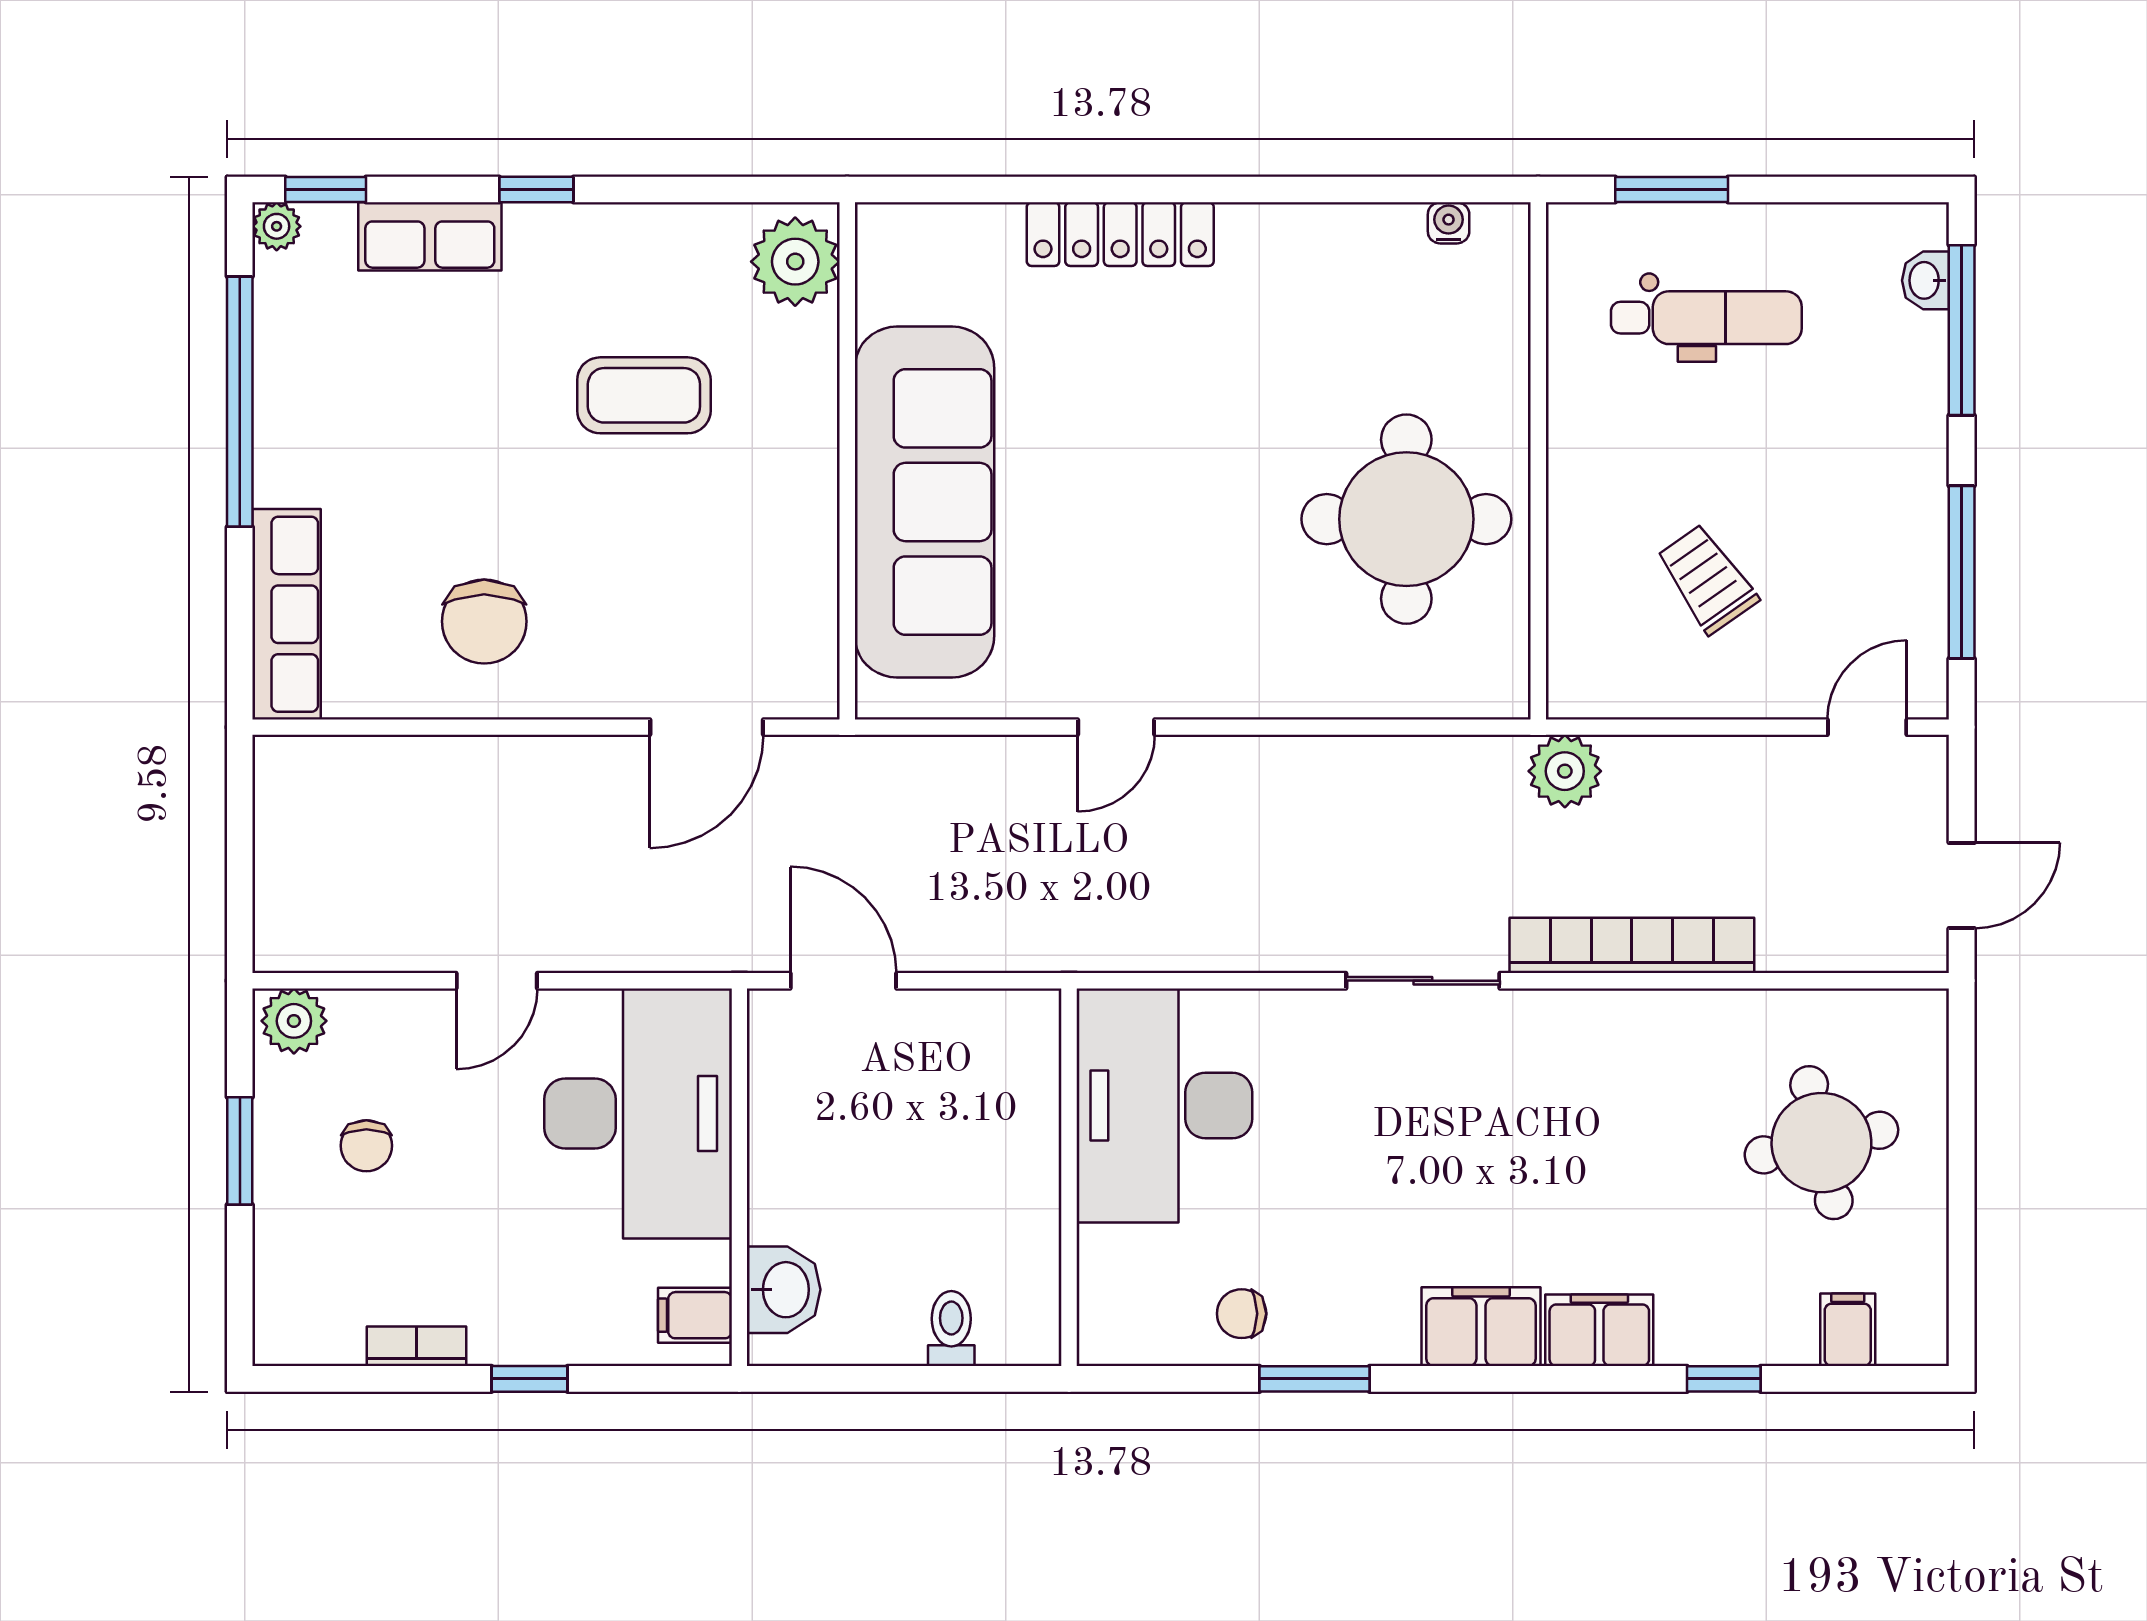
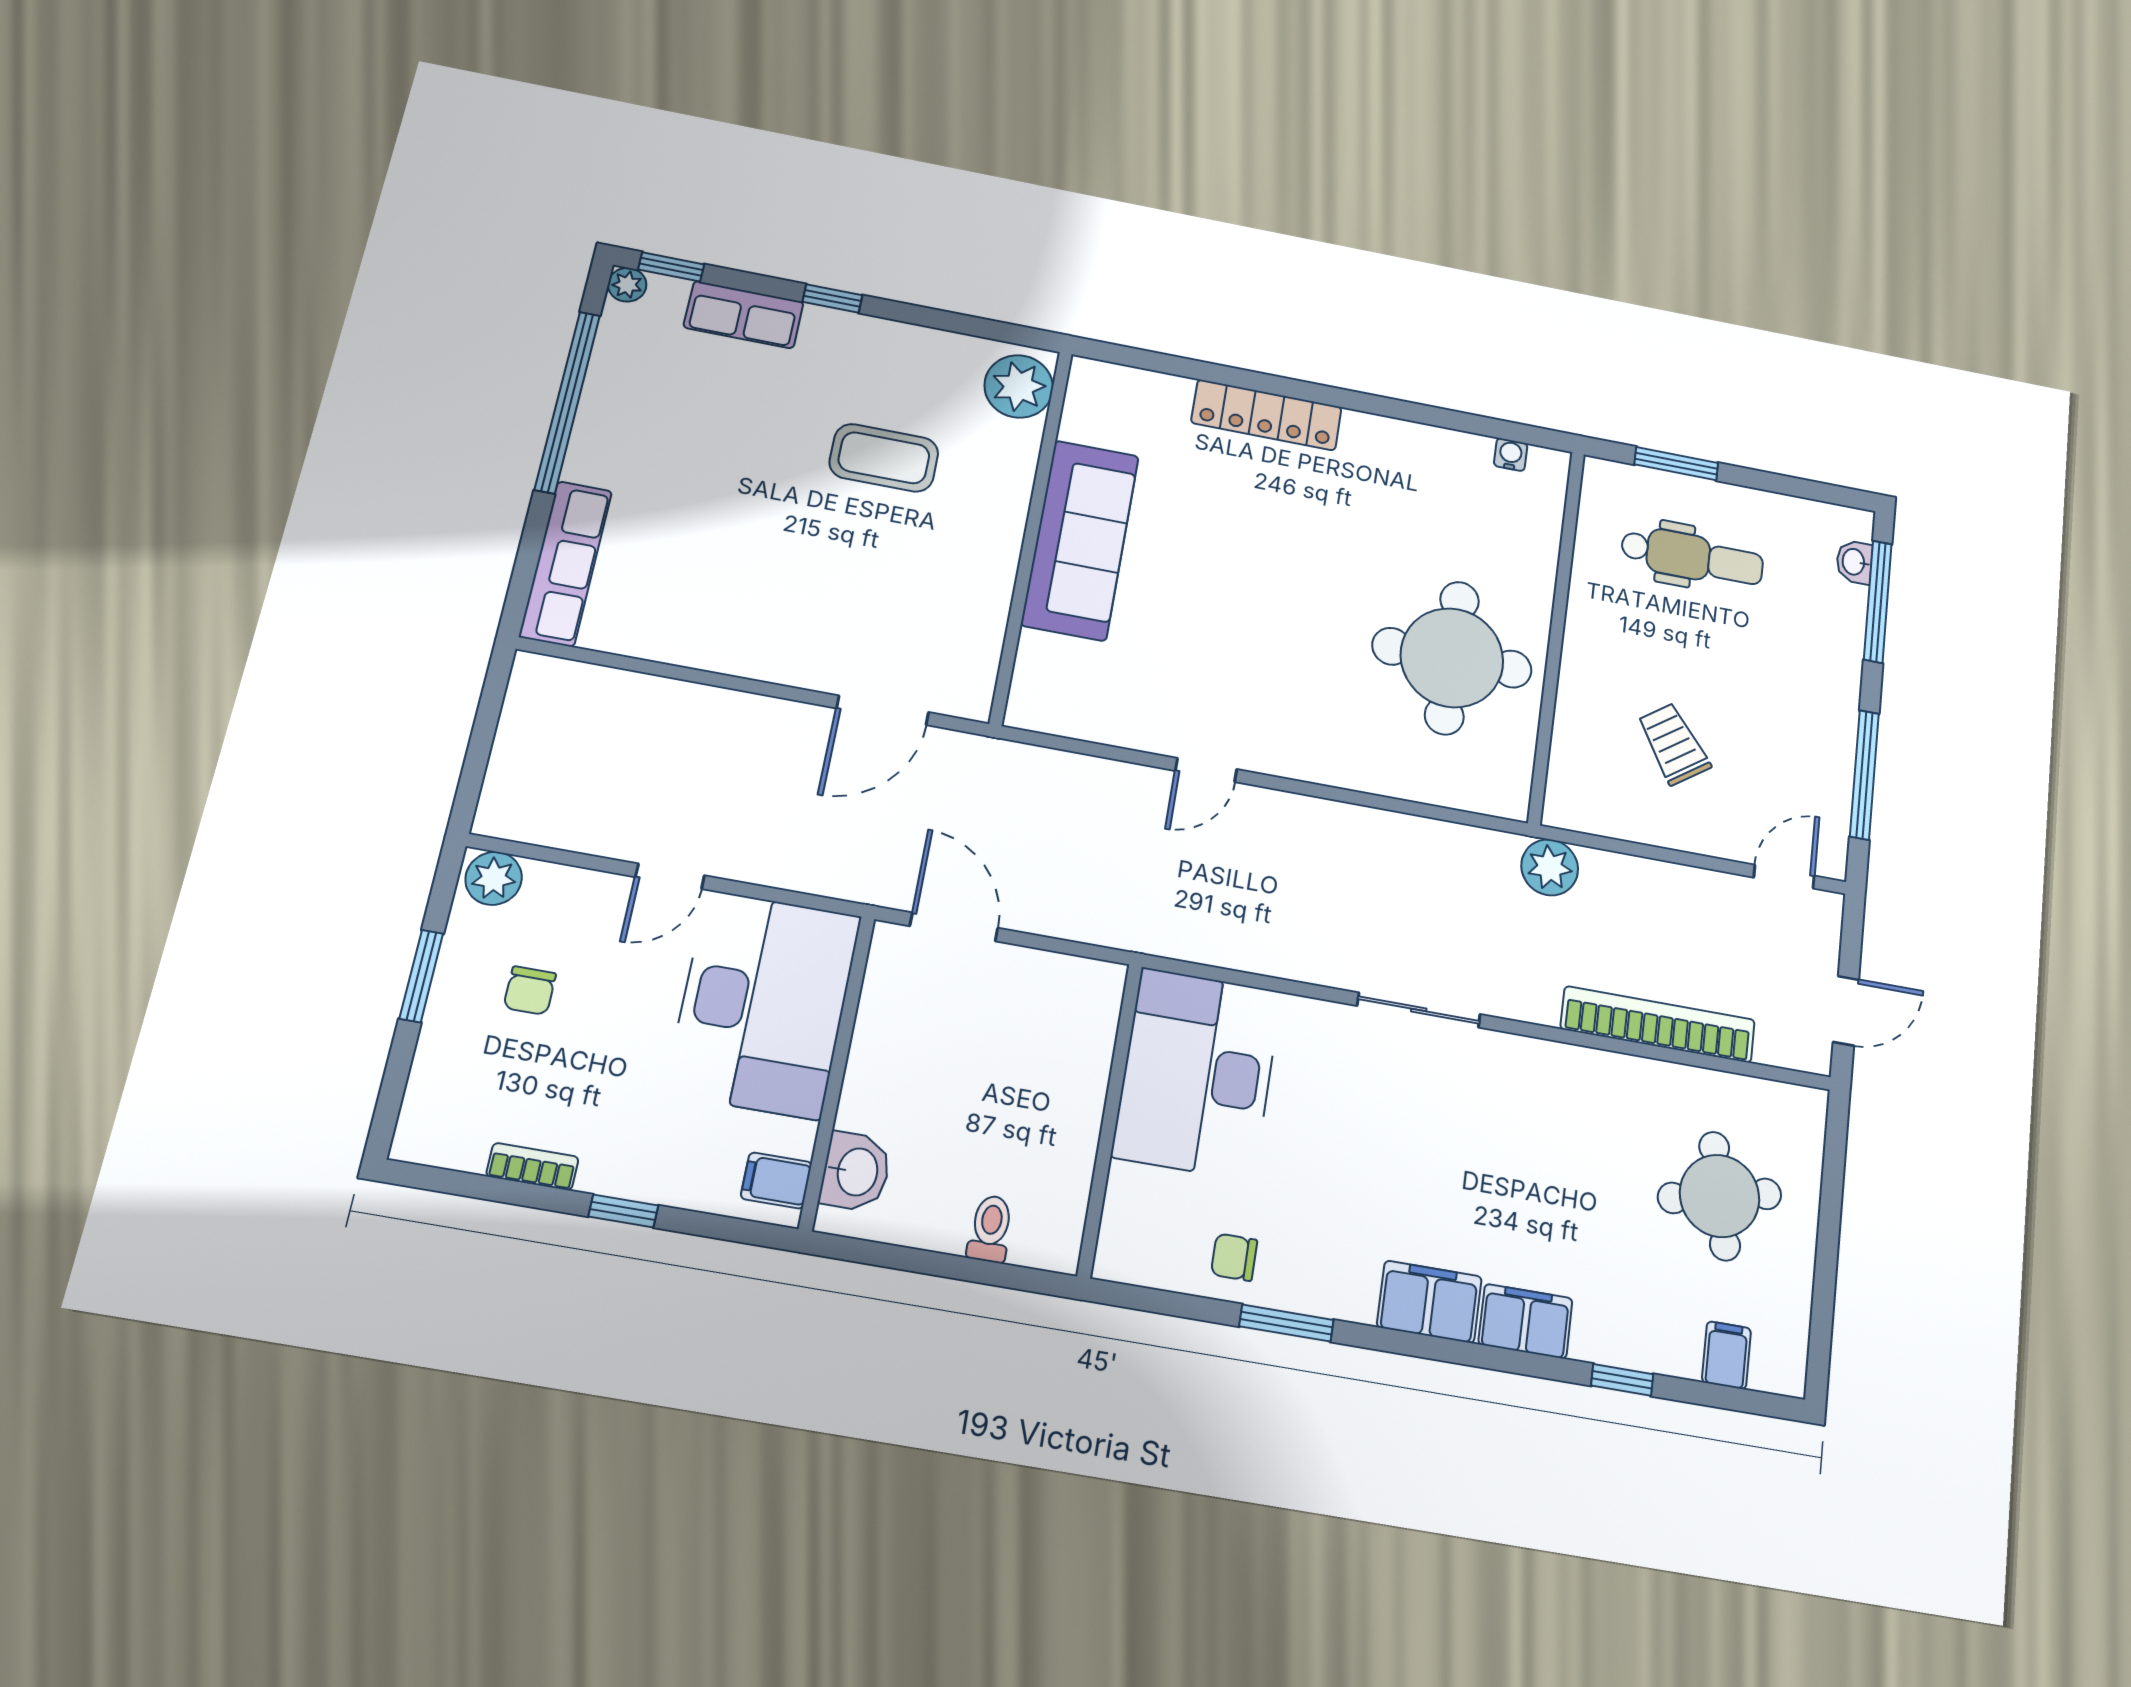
sofa: (924, 502) -> (1080, 540), width x0.74, depth x0.79
chair: (484, 621) -> (723, 598), removed
bookcase: (1632, 945) -> (1658, 1024), moved

